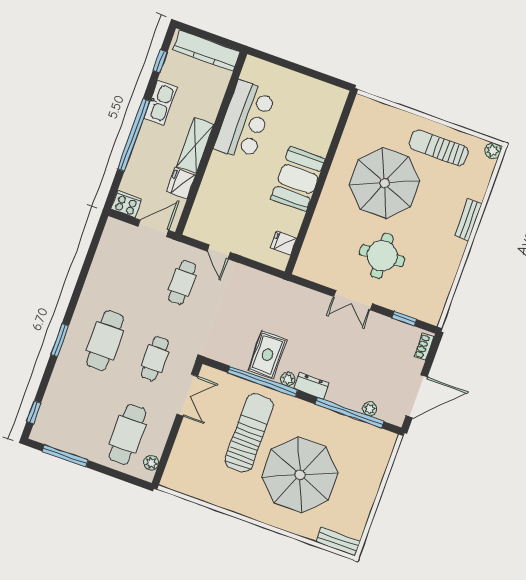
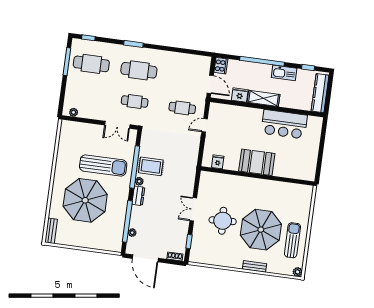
parasol: (384, 183) -> (261, 230), moved
cafe table: (128, 434) -> (91, 64), moved

